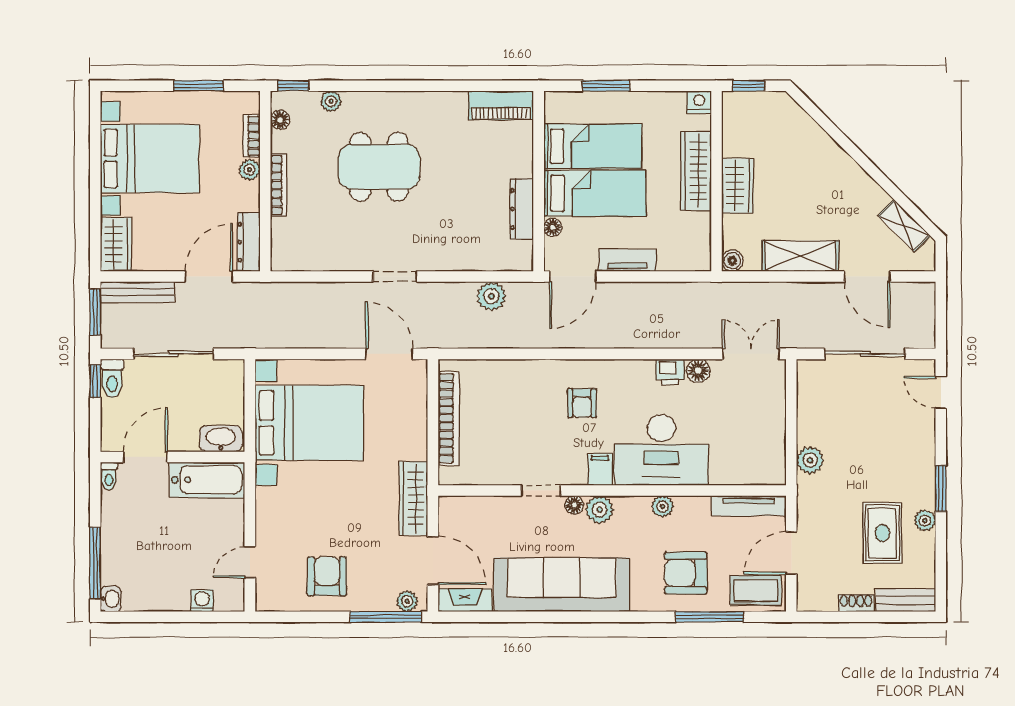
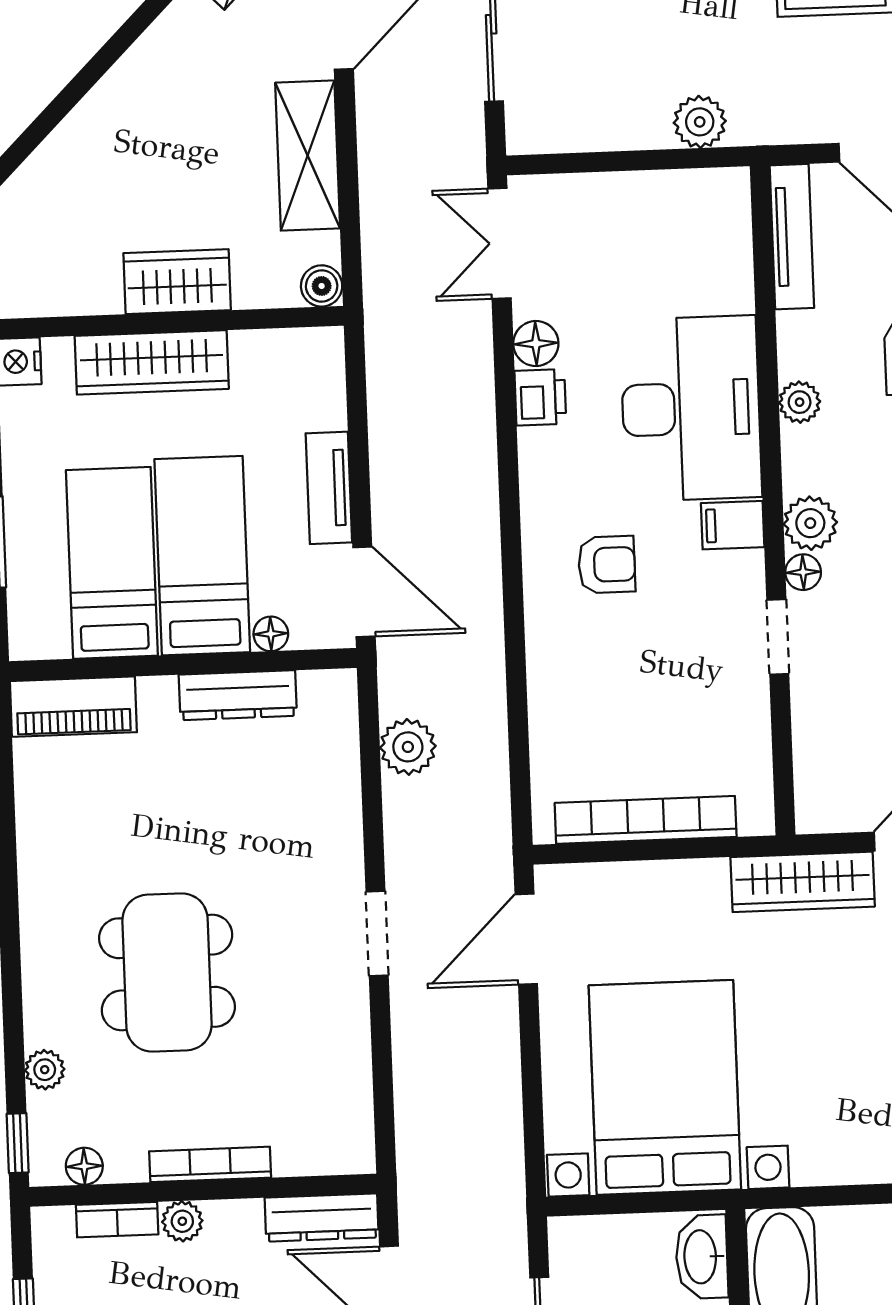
piano: (501, 105) -> (73, 707), moved, turned 90

